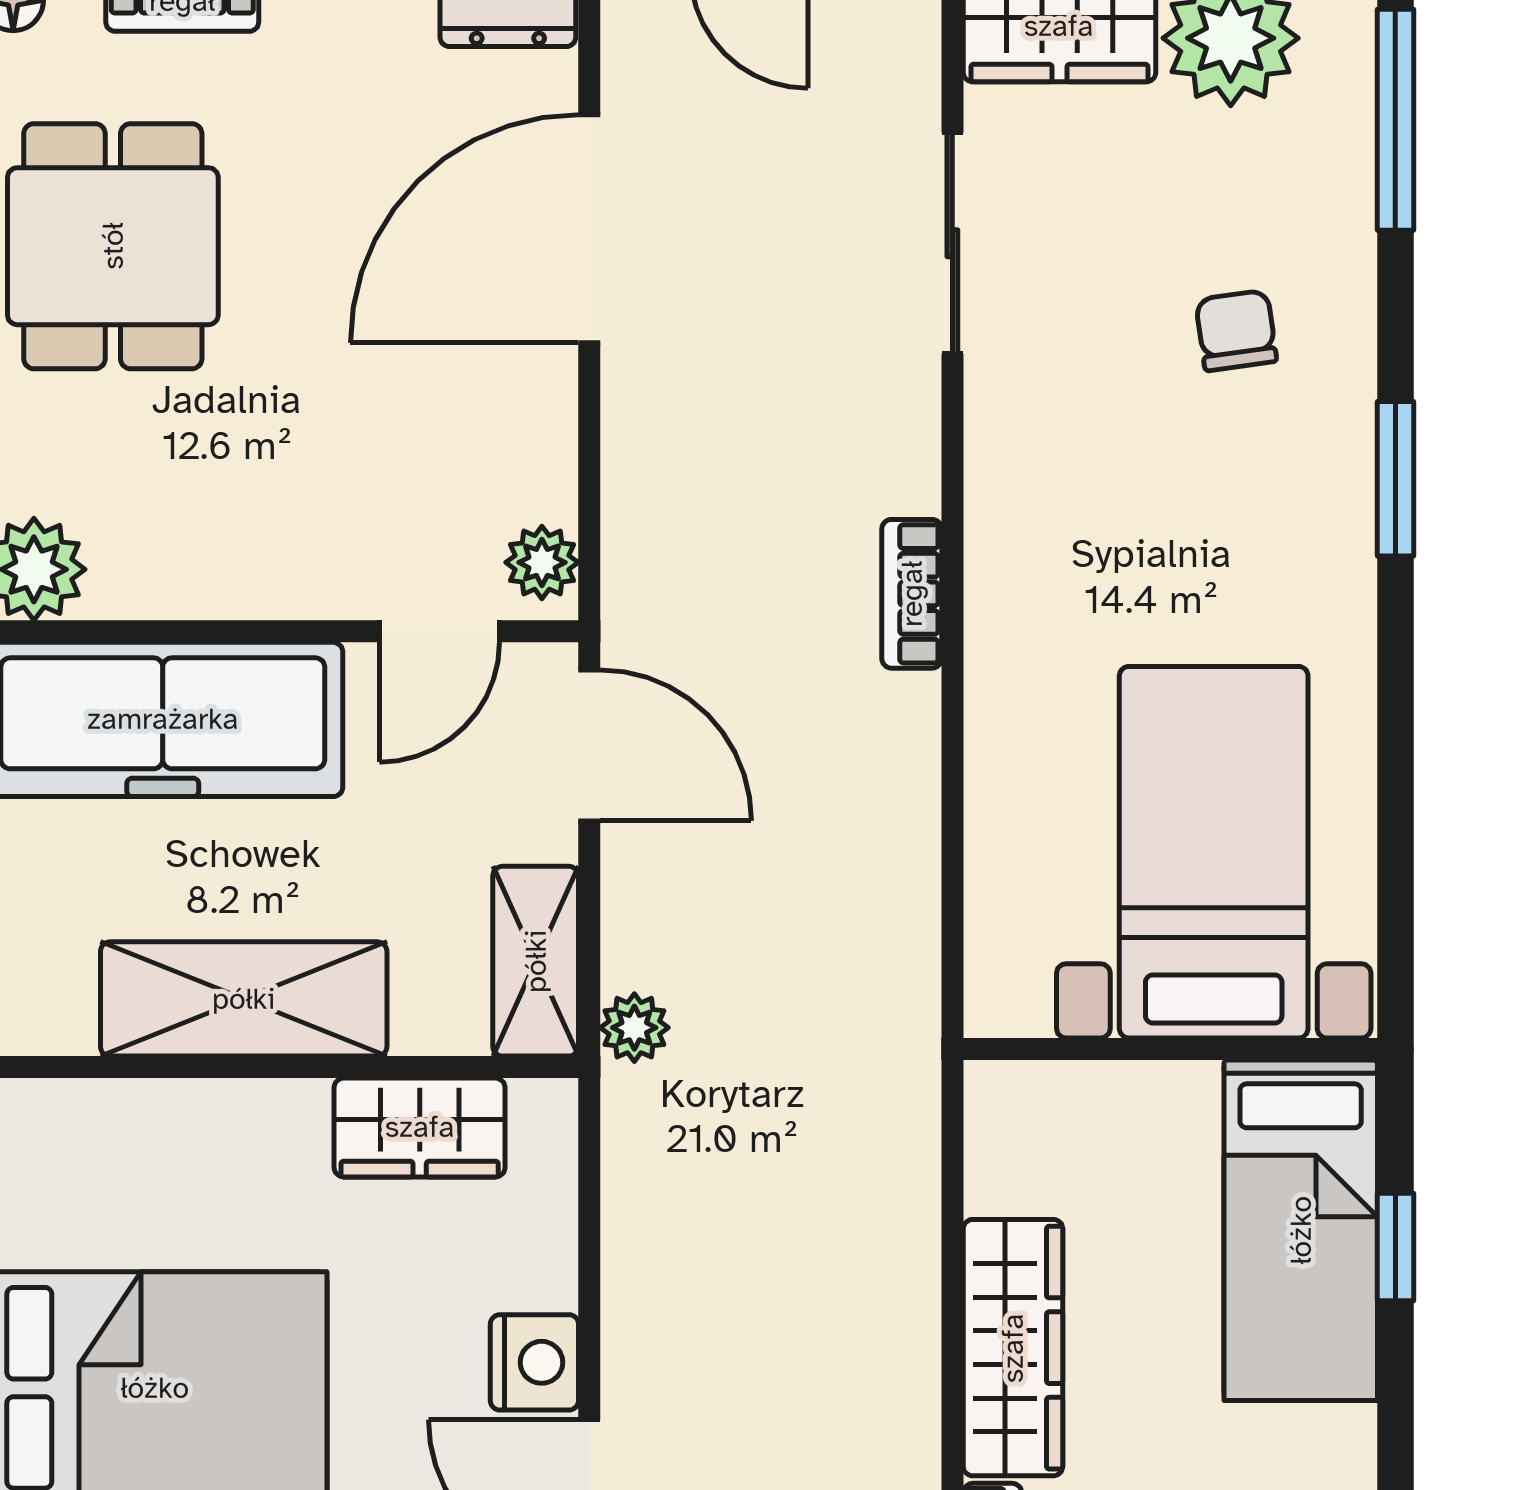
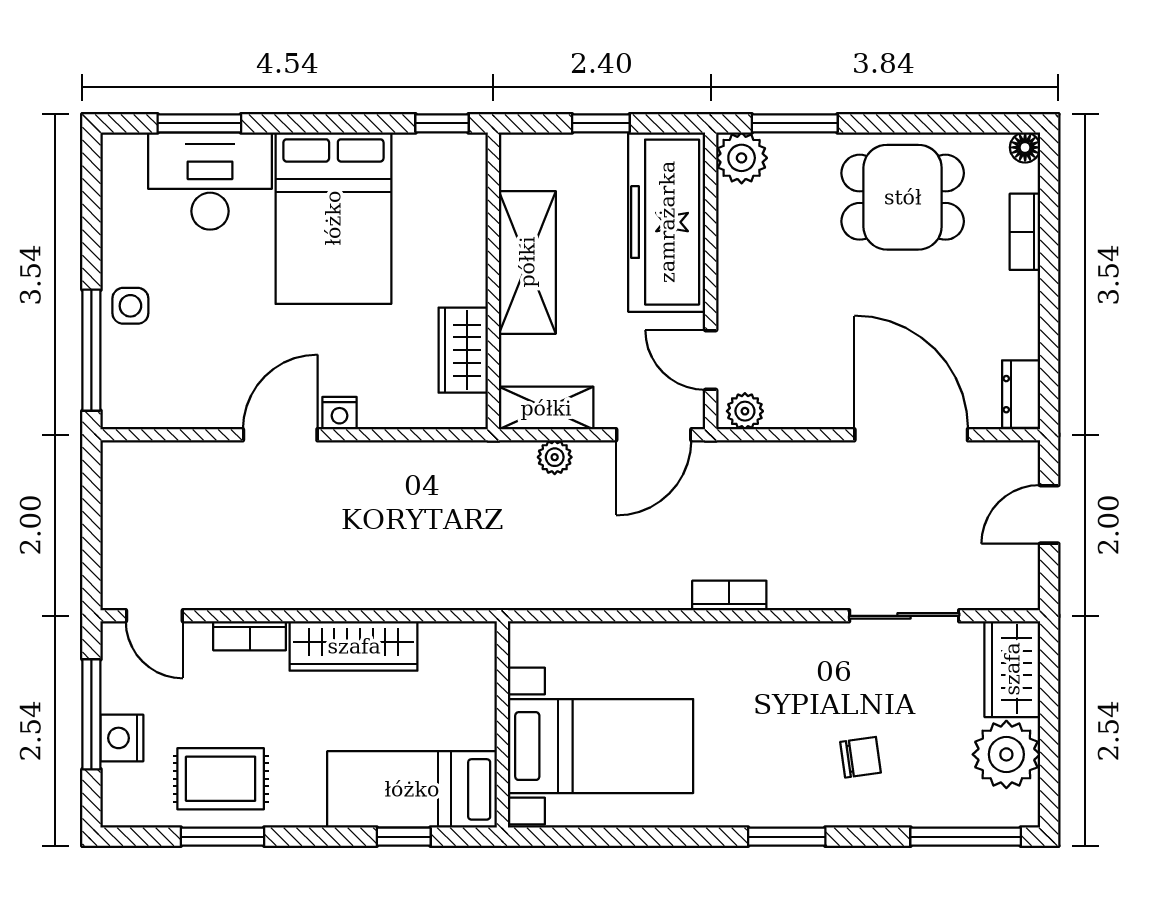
plant: (634, 1028) -> (555, 457), moved
nightstand: (534, 1362) -> (339, 413), width x0.72, depth x0.74

